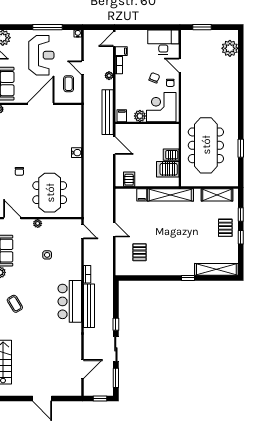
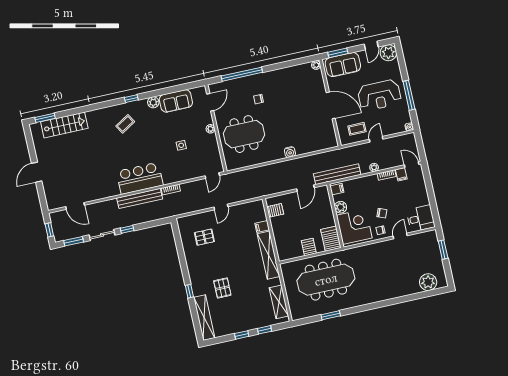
desk: (163, 42) -> (421, 218), width x0.73
server rack: (168, 169) -> (331, 239), moved
pallet: (225, 228) -> (222, 288), moved, turned 90

